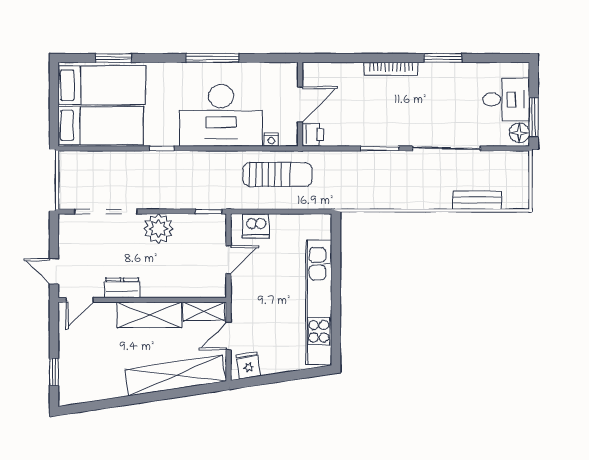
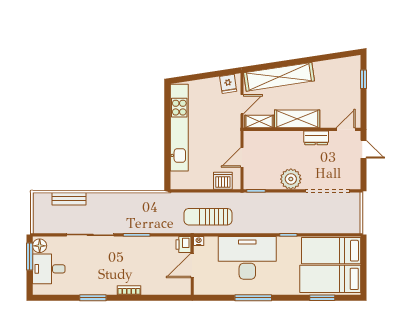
bookcase: (391, 69) -> (129, 290), width x0.64
nightstand: (271, 140) -> (199, 241), moved

